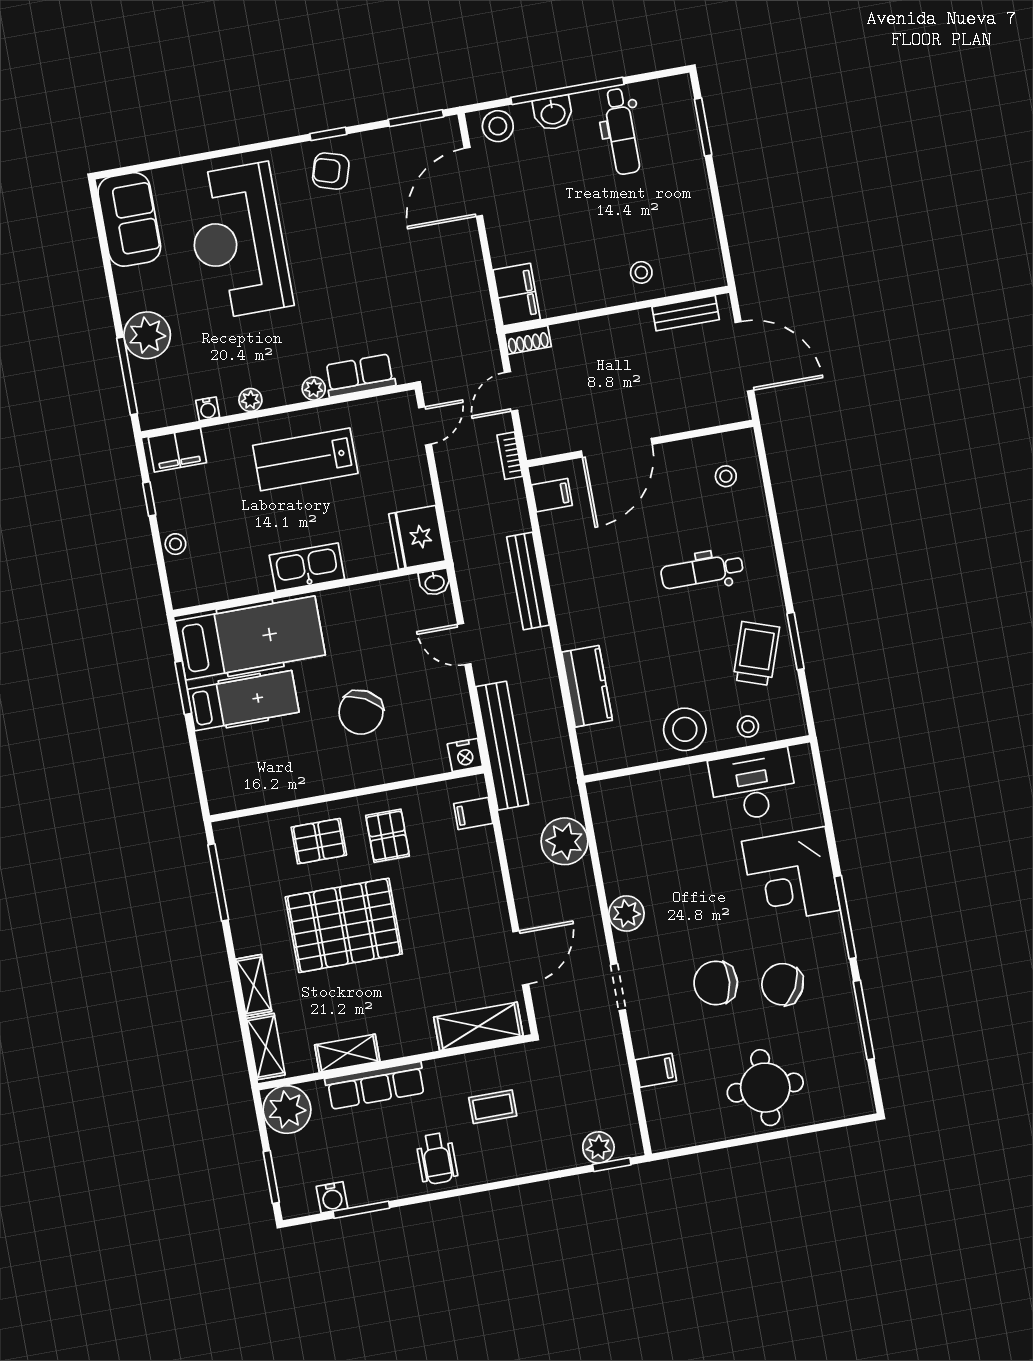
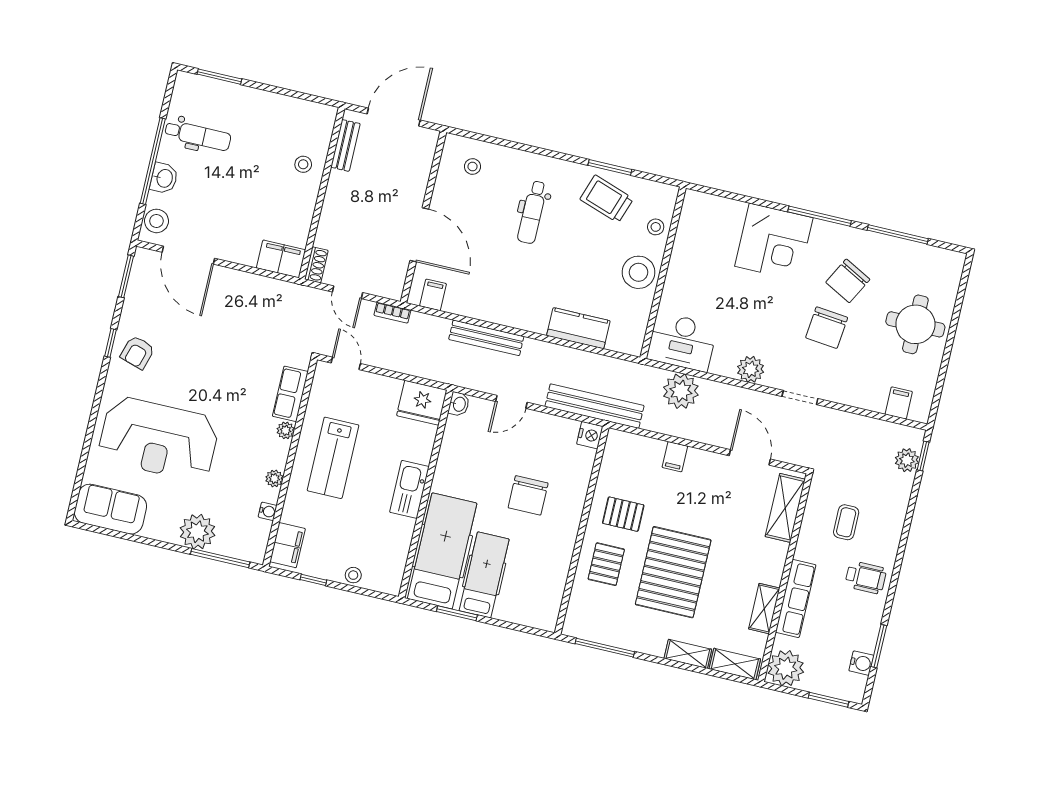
chair: (361, 712) -> (528, 495), turned 62
desk: (753, 785) -> (682, 342), moved, turned -90
filing cabinet: (473, 814) -> (675, 457), moved
filing cabinet: (656, 1070) -> (899, 403), moved

